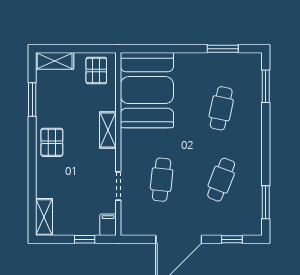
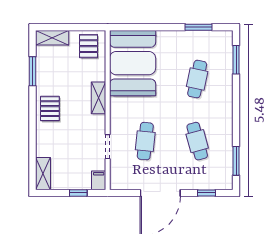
cafe table: (221, 180) -> (197, 141), turned -36

